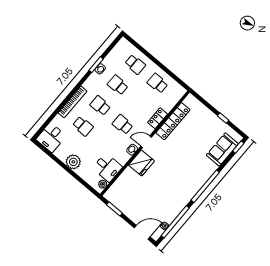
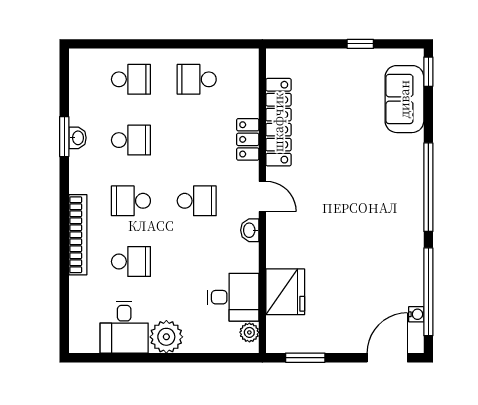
school desk: (118, 85) -> (131, 140), turned 180
school desk: (123, 124) -> (197, 201), turned 180
desk: (51, 138) -> (124, 327), moved
door: (146, 142) -> (262, 197), swing flipped
fridge: (141, 163) -> (285, 292), moved

